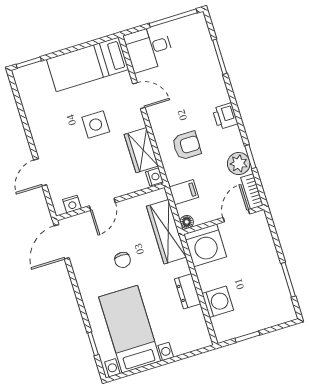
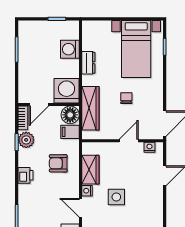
nightstand: (154, 177) -> (87, 191), moved
floor lamp: (187, 222) -> (70, 115), width x1.89, depth x1.89

